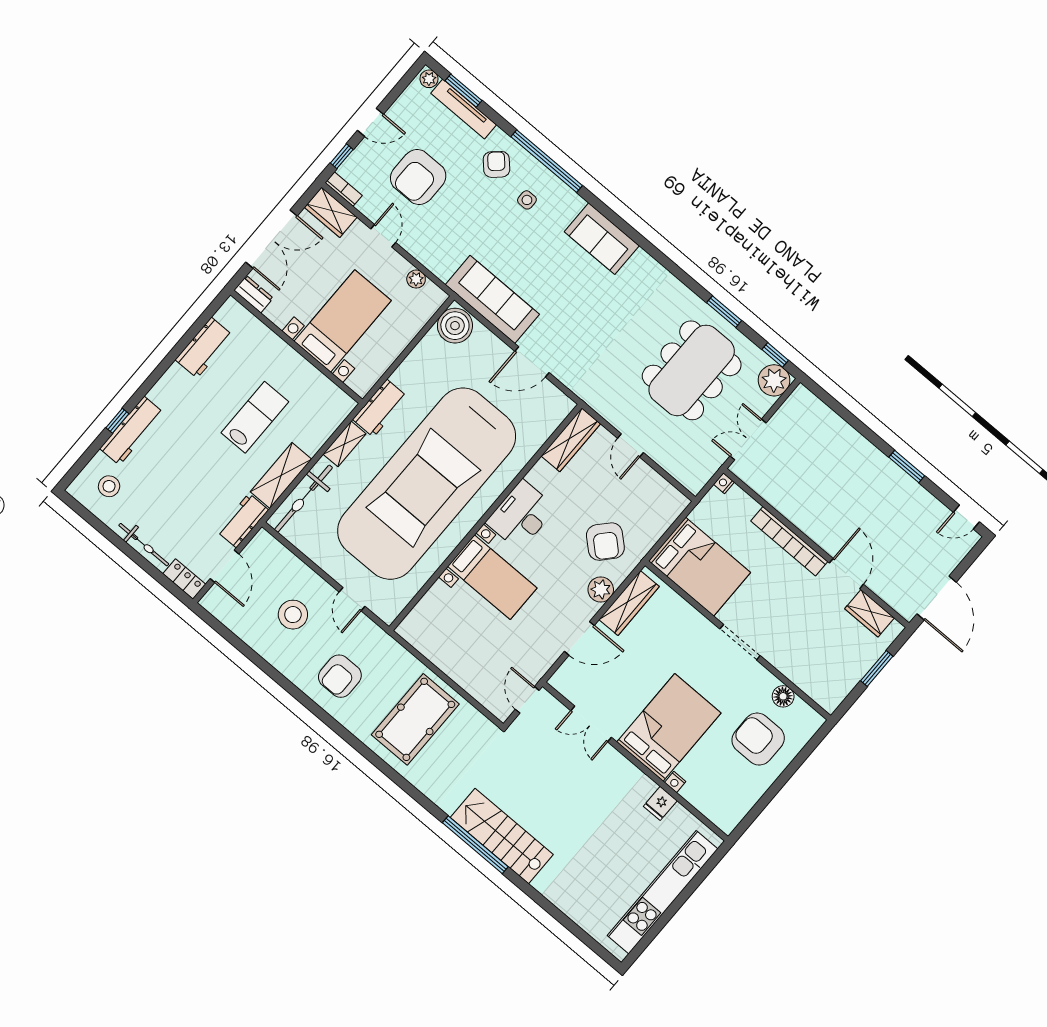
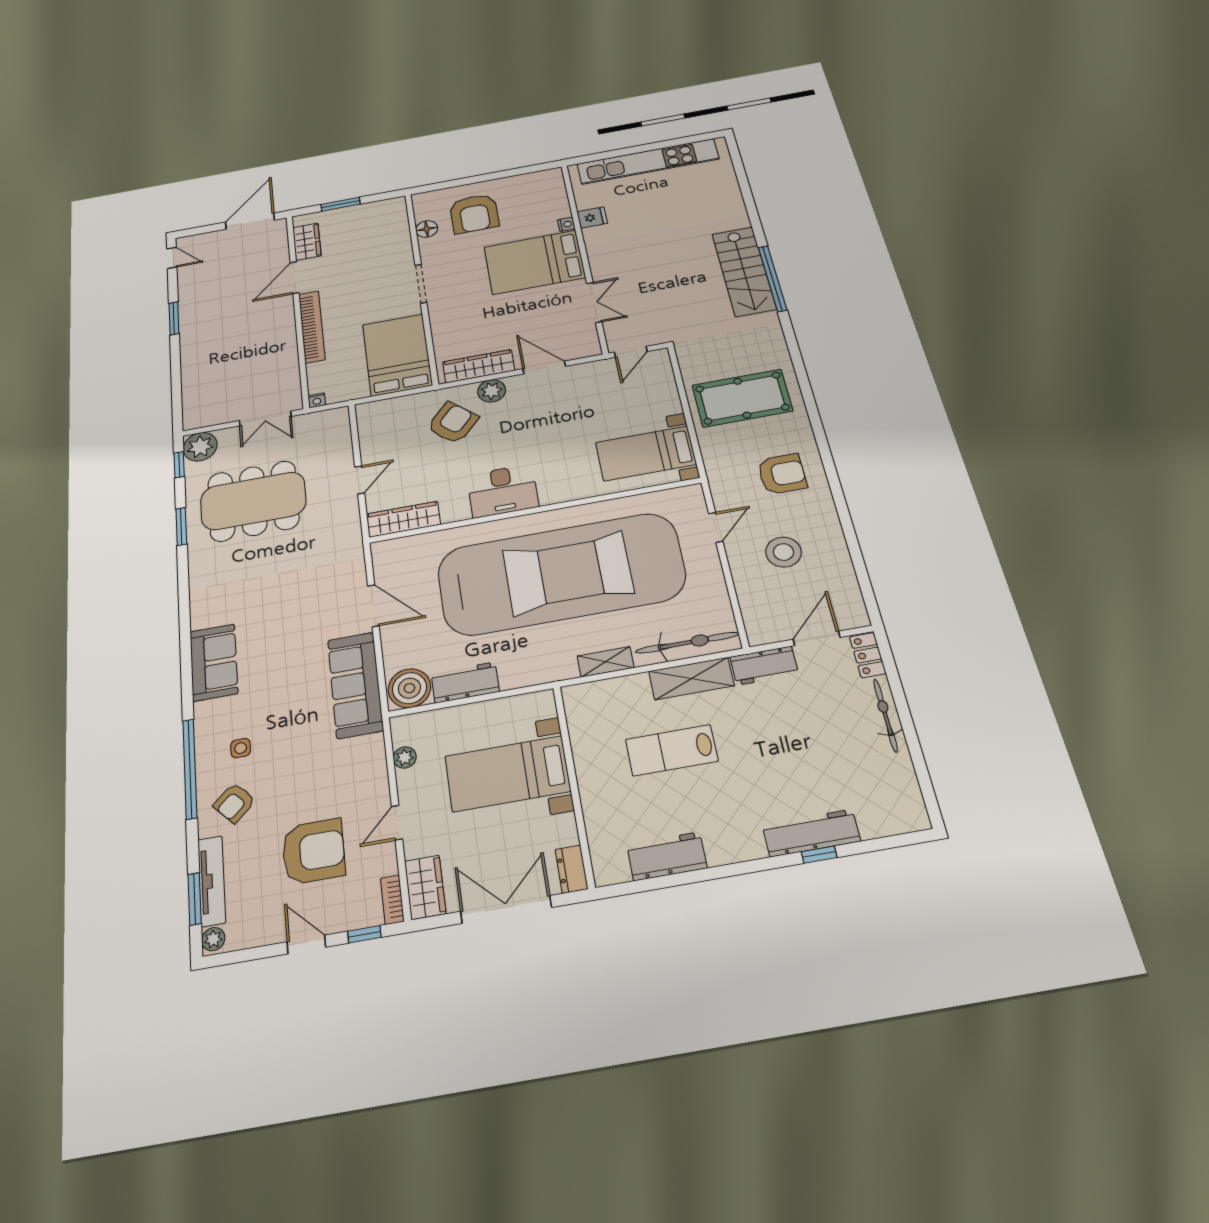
workbench: (380, 408) -> (465, 682), moved
stool: (109, 486) -> (879, 797), removed
bed with nightstands: (492, 577) -> (646, 453), moved, turned -90

